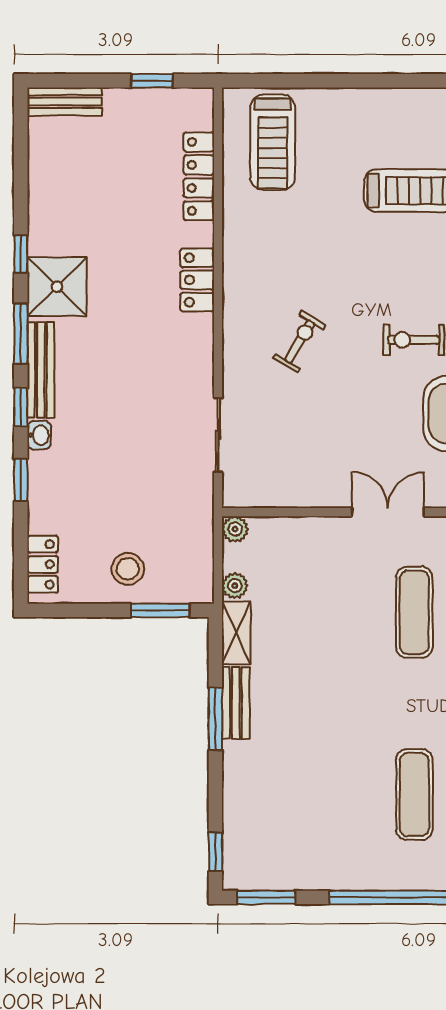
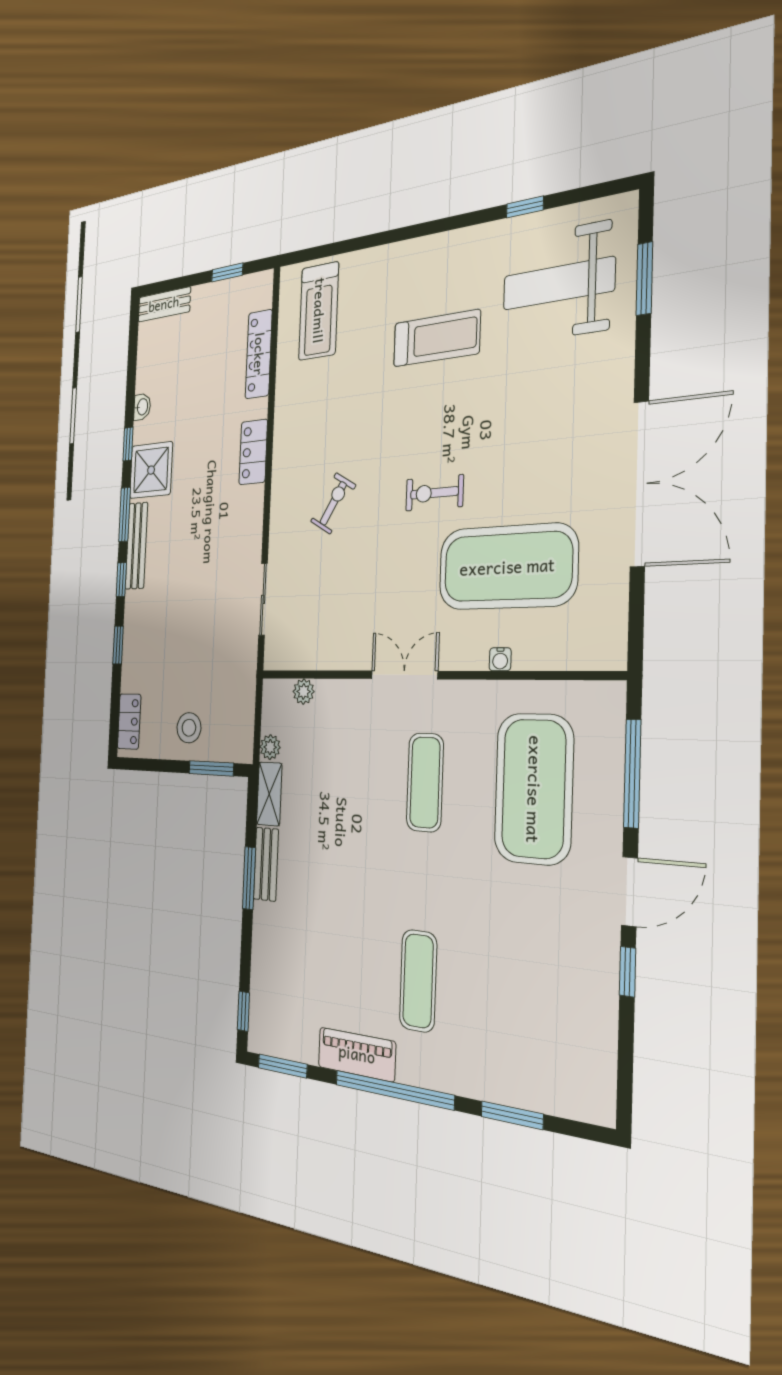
washbasin: (39, 435) -> (142, 407), moved
plant: (235, 529) -> (304, 692), moved
piano: (351, 872) -> (357, 1054), added

